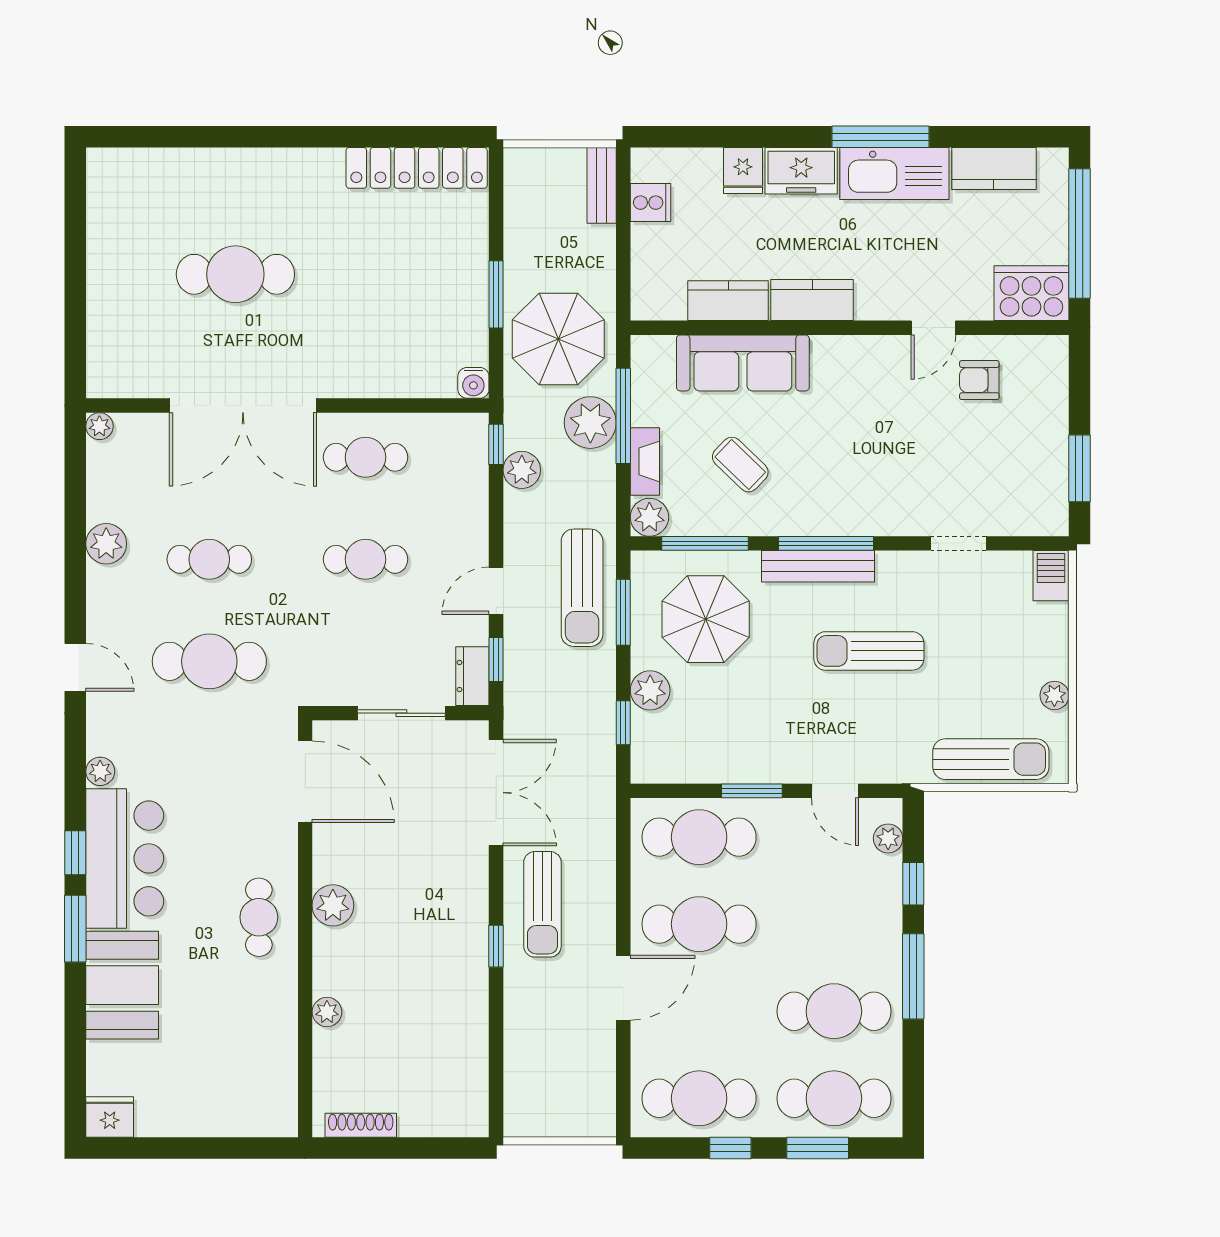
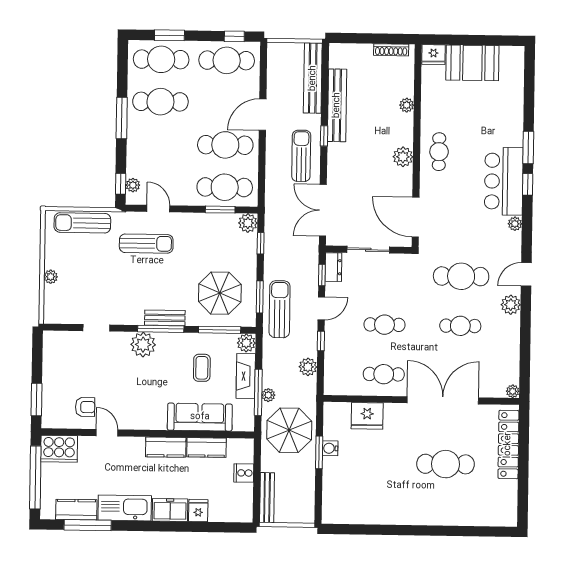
window: (881, 137) -> (88, 525), moved
locker: (417, 168) -> (508, 445), moved, turned -90
bench: (602, 185) -> (267, 498), width x1.36
cooker: (651, 203) -> (244, 473), moved
door: (933, 328) -> (107, 433), hinge flipped
fridge: (398, 371) -> (367, 416), added
water cooler: (473, 383) -> (330, 448), moved, turned -90
plant: (590, 423) -> (268, 395), width x0.53, depth x0.53
window: (496, 444) -> (321, 341), moved
fireplace: (645, 461) -> (246, 376), width x1.37, depth x1.32
coffee table: (740, 465) -> (202, 368), turned 46
window: (1079, 468) -> (37, 400), moved
plant: (862, 511) -> (143, 345), added
plant: (106, 544) -> (511, 305), moved
bench: (818, 566) -> (165, 318), width x0.73
barbecue: (1051, 576) -> (52, 311), removed
sun lounger: (869, 651) -> (146, 244), moved
door: (75, 667) -> (526, 274), hinge flipped
plant: (650, 690) -> (248, 223), moved
plant: (1054, 695) -> (51, 277), moved
window: (752, 791) -> (220, 210), moved
window: (913, 884) -> (121, 184), moved
booth: (122, 985) -> (472, 63), moved, turned 90
bench: (470, 1009) -> (337, 105), added
bench: (521, 1065) -> (313, 78), added
fridge: (110, 1117) -> (433, 55), moved
window: (730, 1148) -> (234, 36), moved

